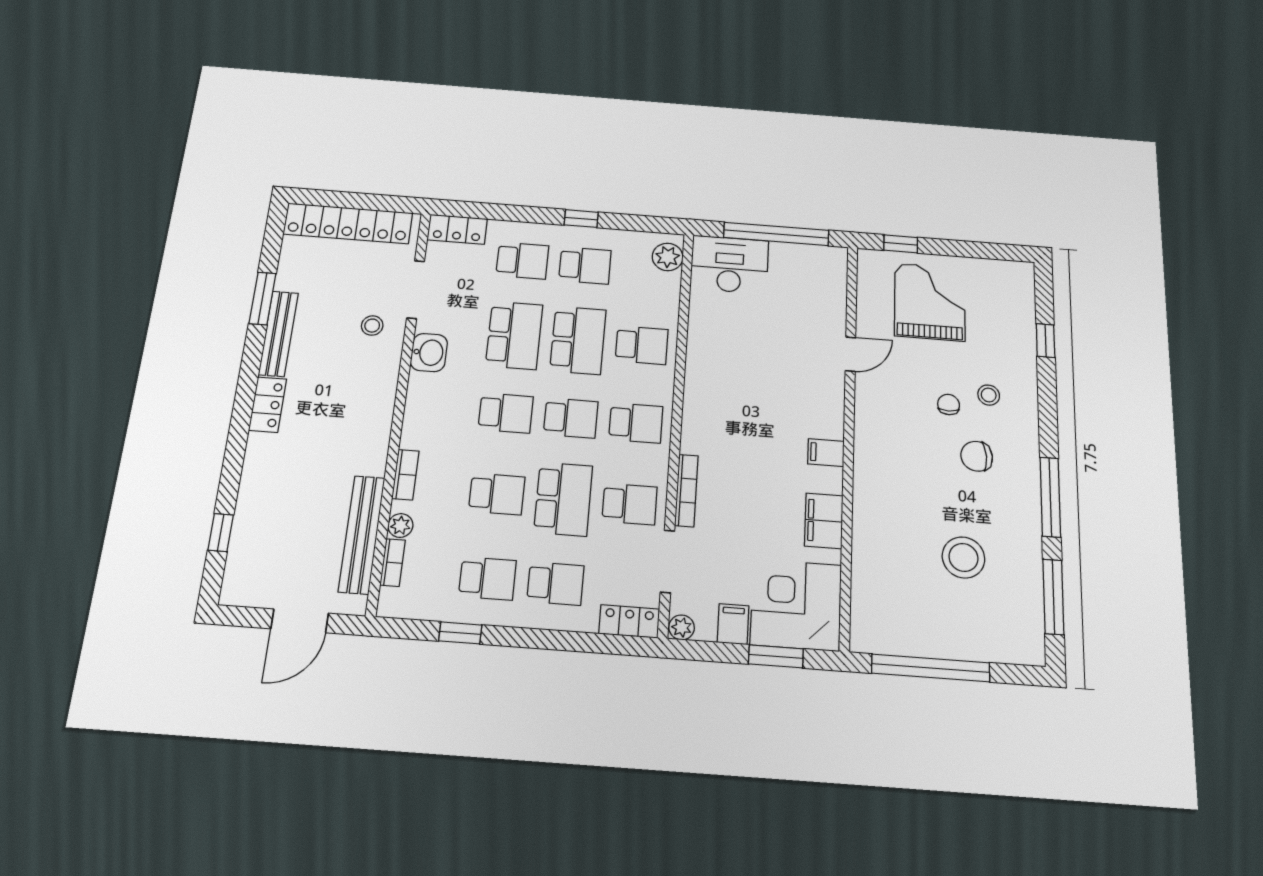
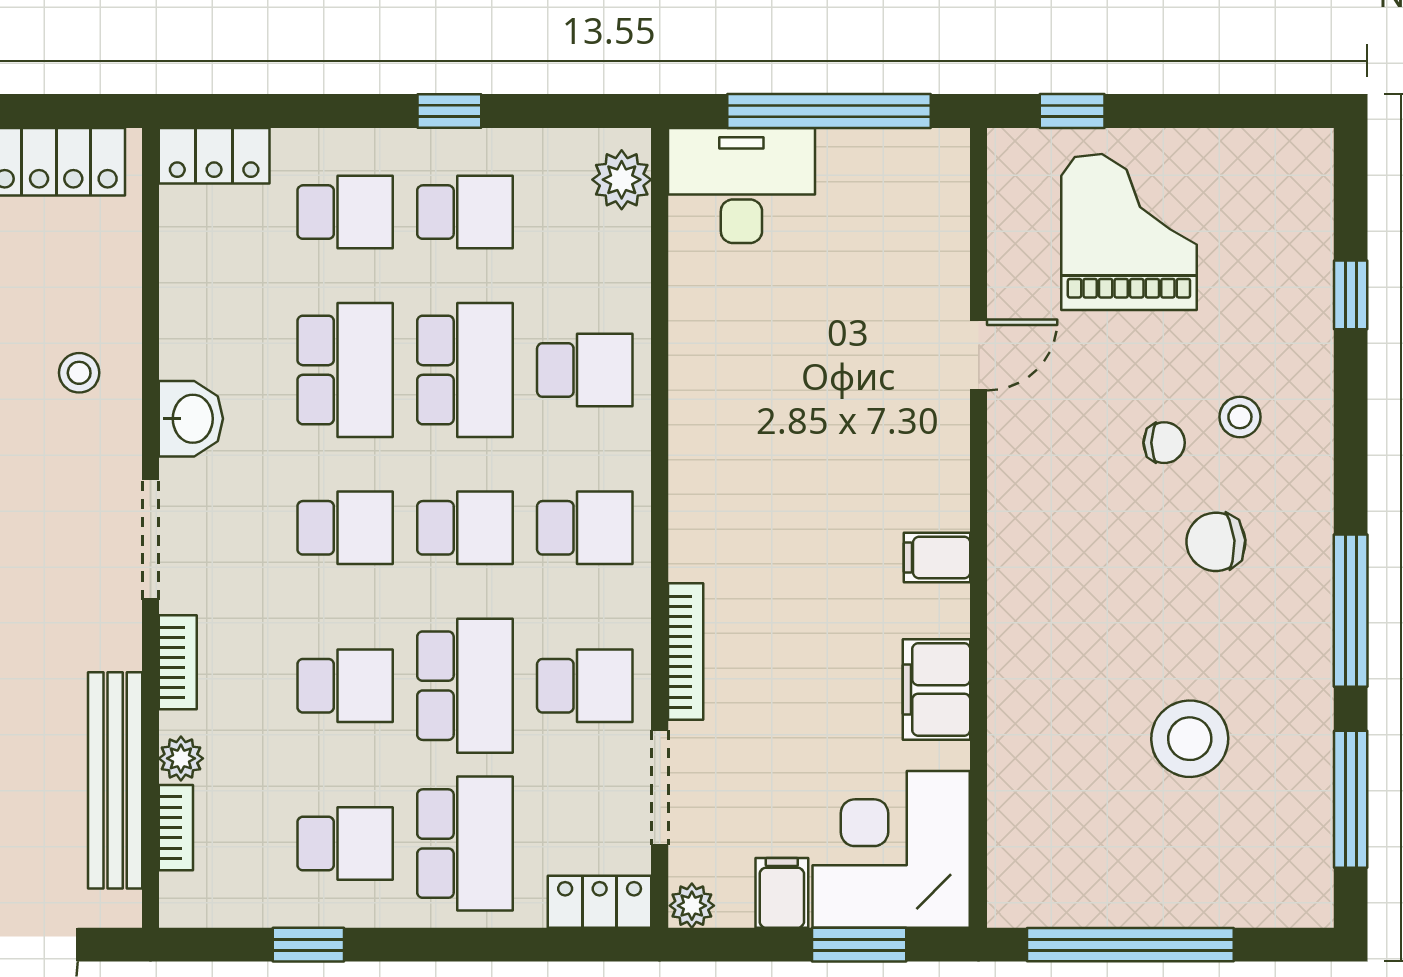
doorway: (416, 290) -> (150, 539), moved
chair: (949, 405) -> (1164, 443), turned 90
school desk: (555, 584) -> (465, 844), width x1.85

